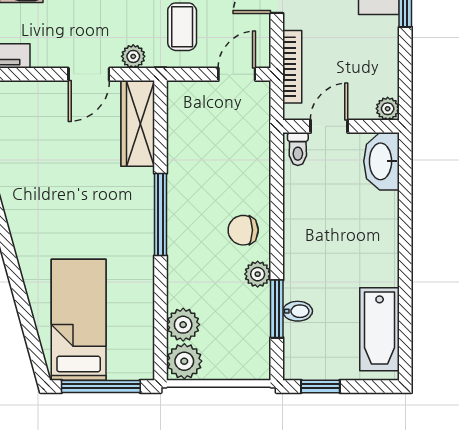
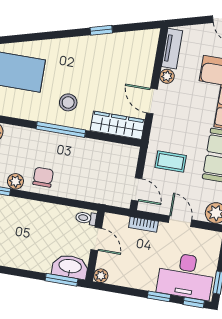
plant: (133, 56) -> (167, 76), moved
bookcase: (292, 67) -> (143, 224), width x0.64
window: (405, 172) -> (62, 280), added
stool: (114, 210) -> (68, 102), added

